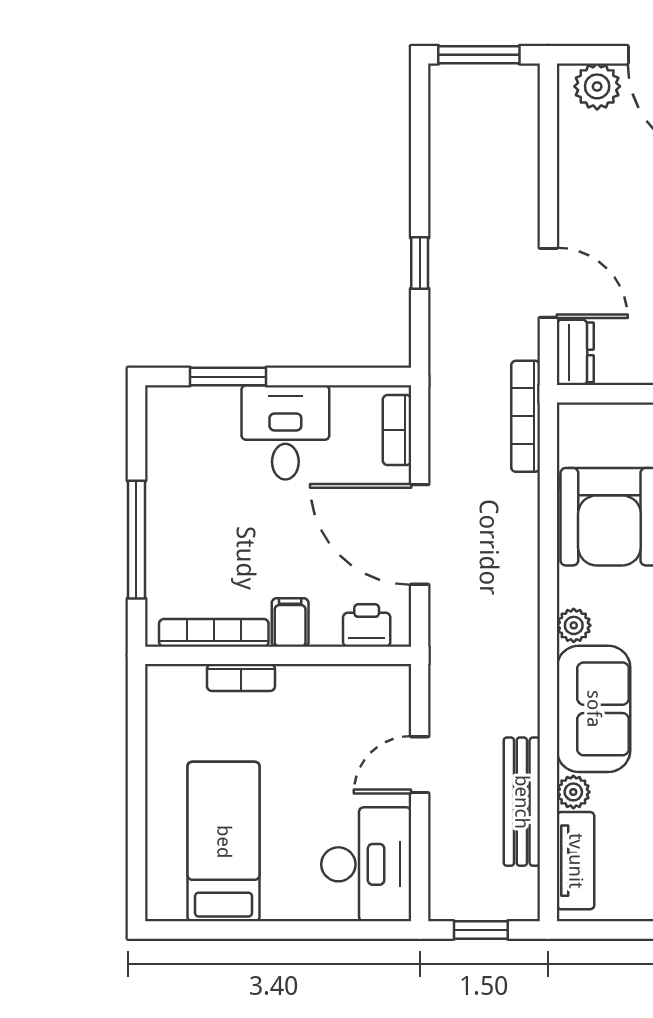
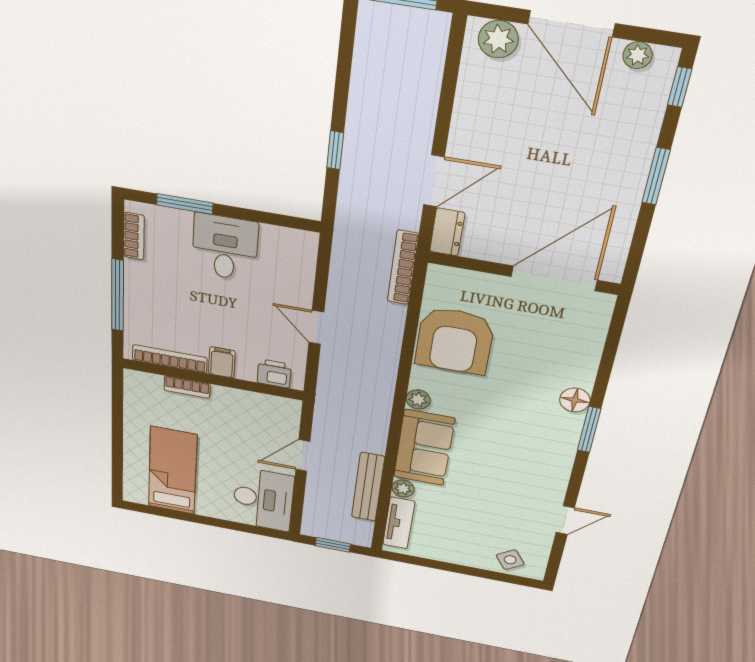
door: (548, 283) -> (434, 181), hinge flipped
bookcase: (397, 430) -> (134, 236), moved, turned 180
door: (420, 534) -> (316, 327), width x0.53

